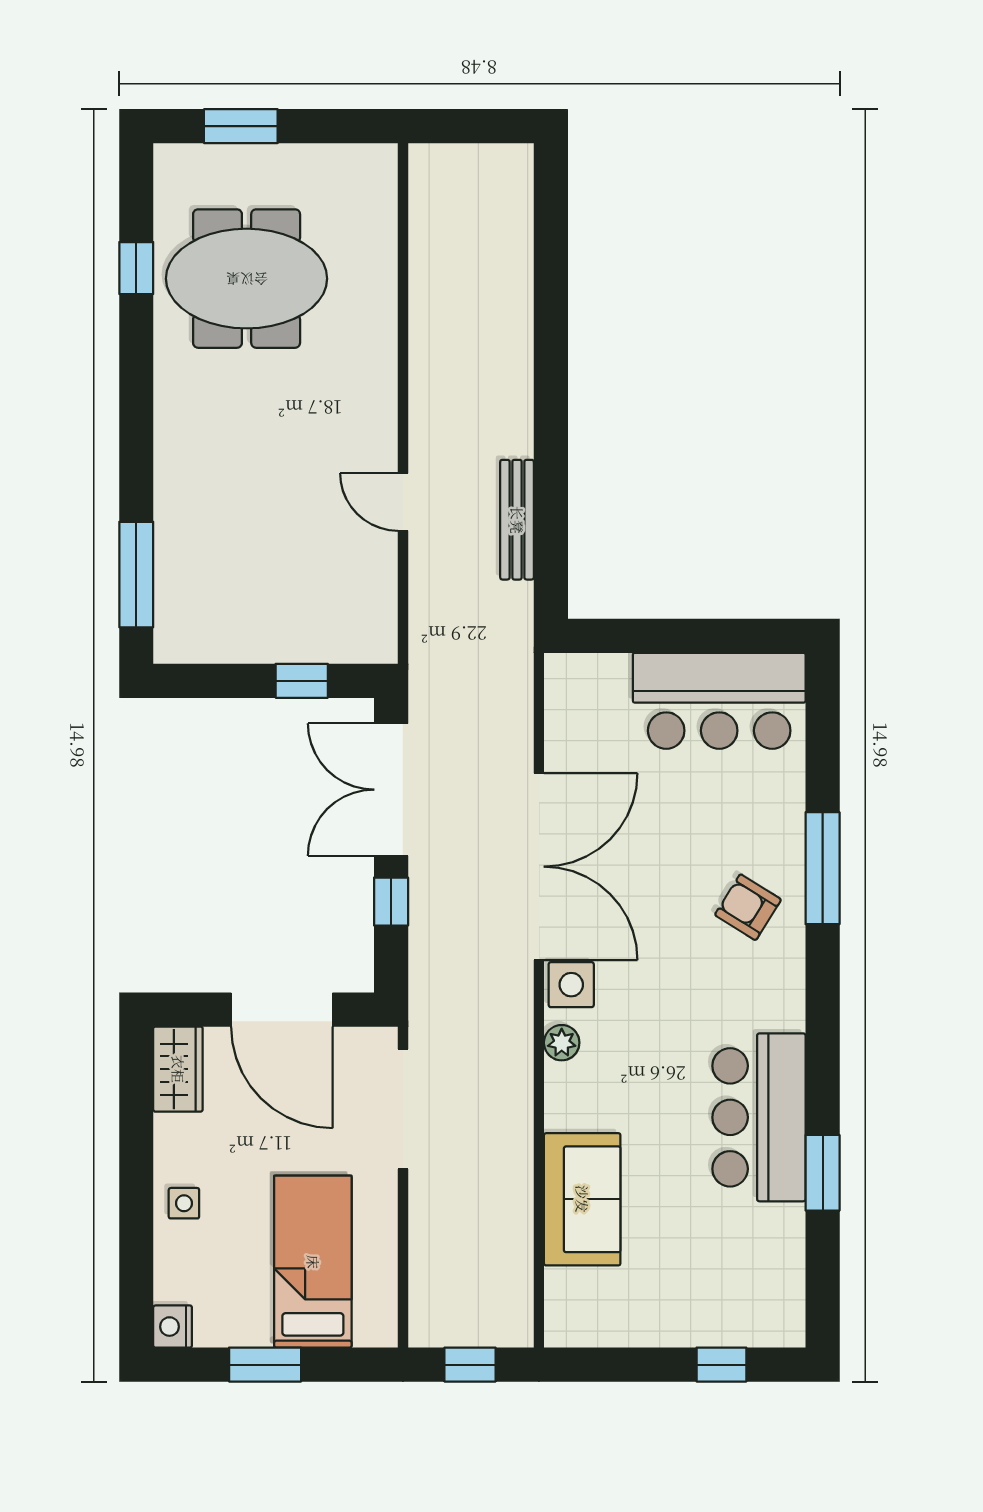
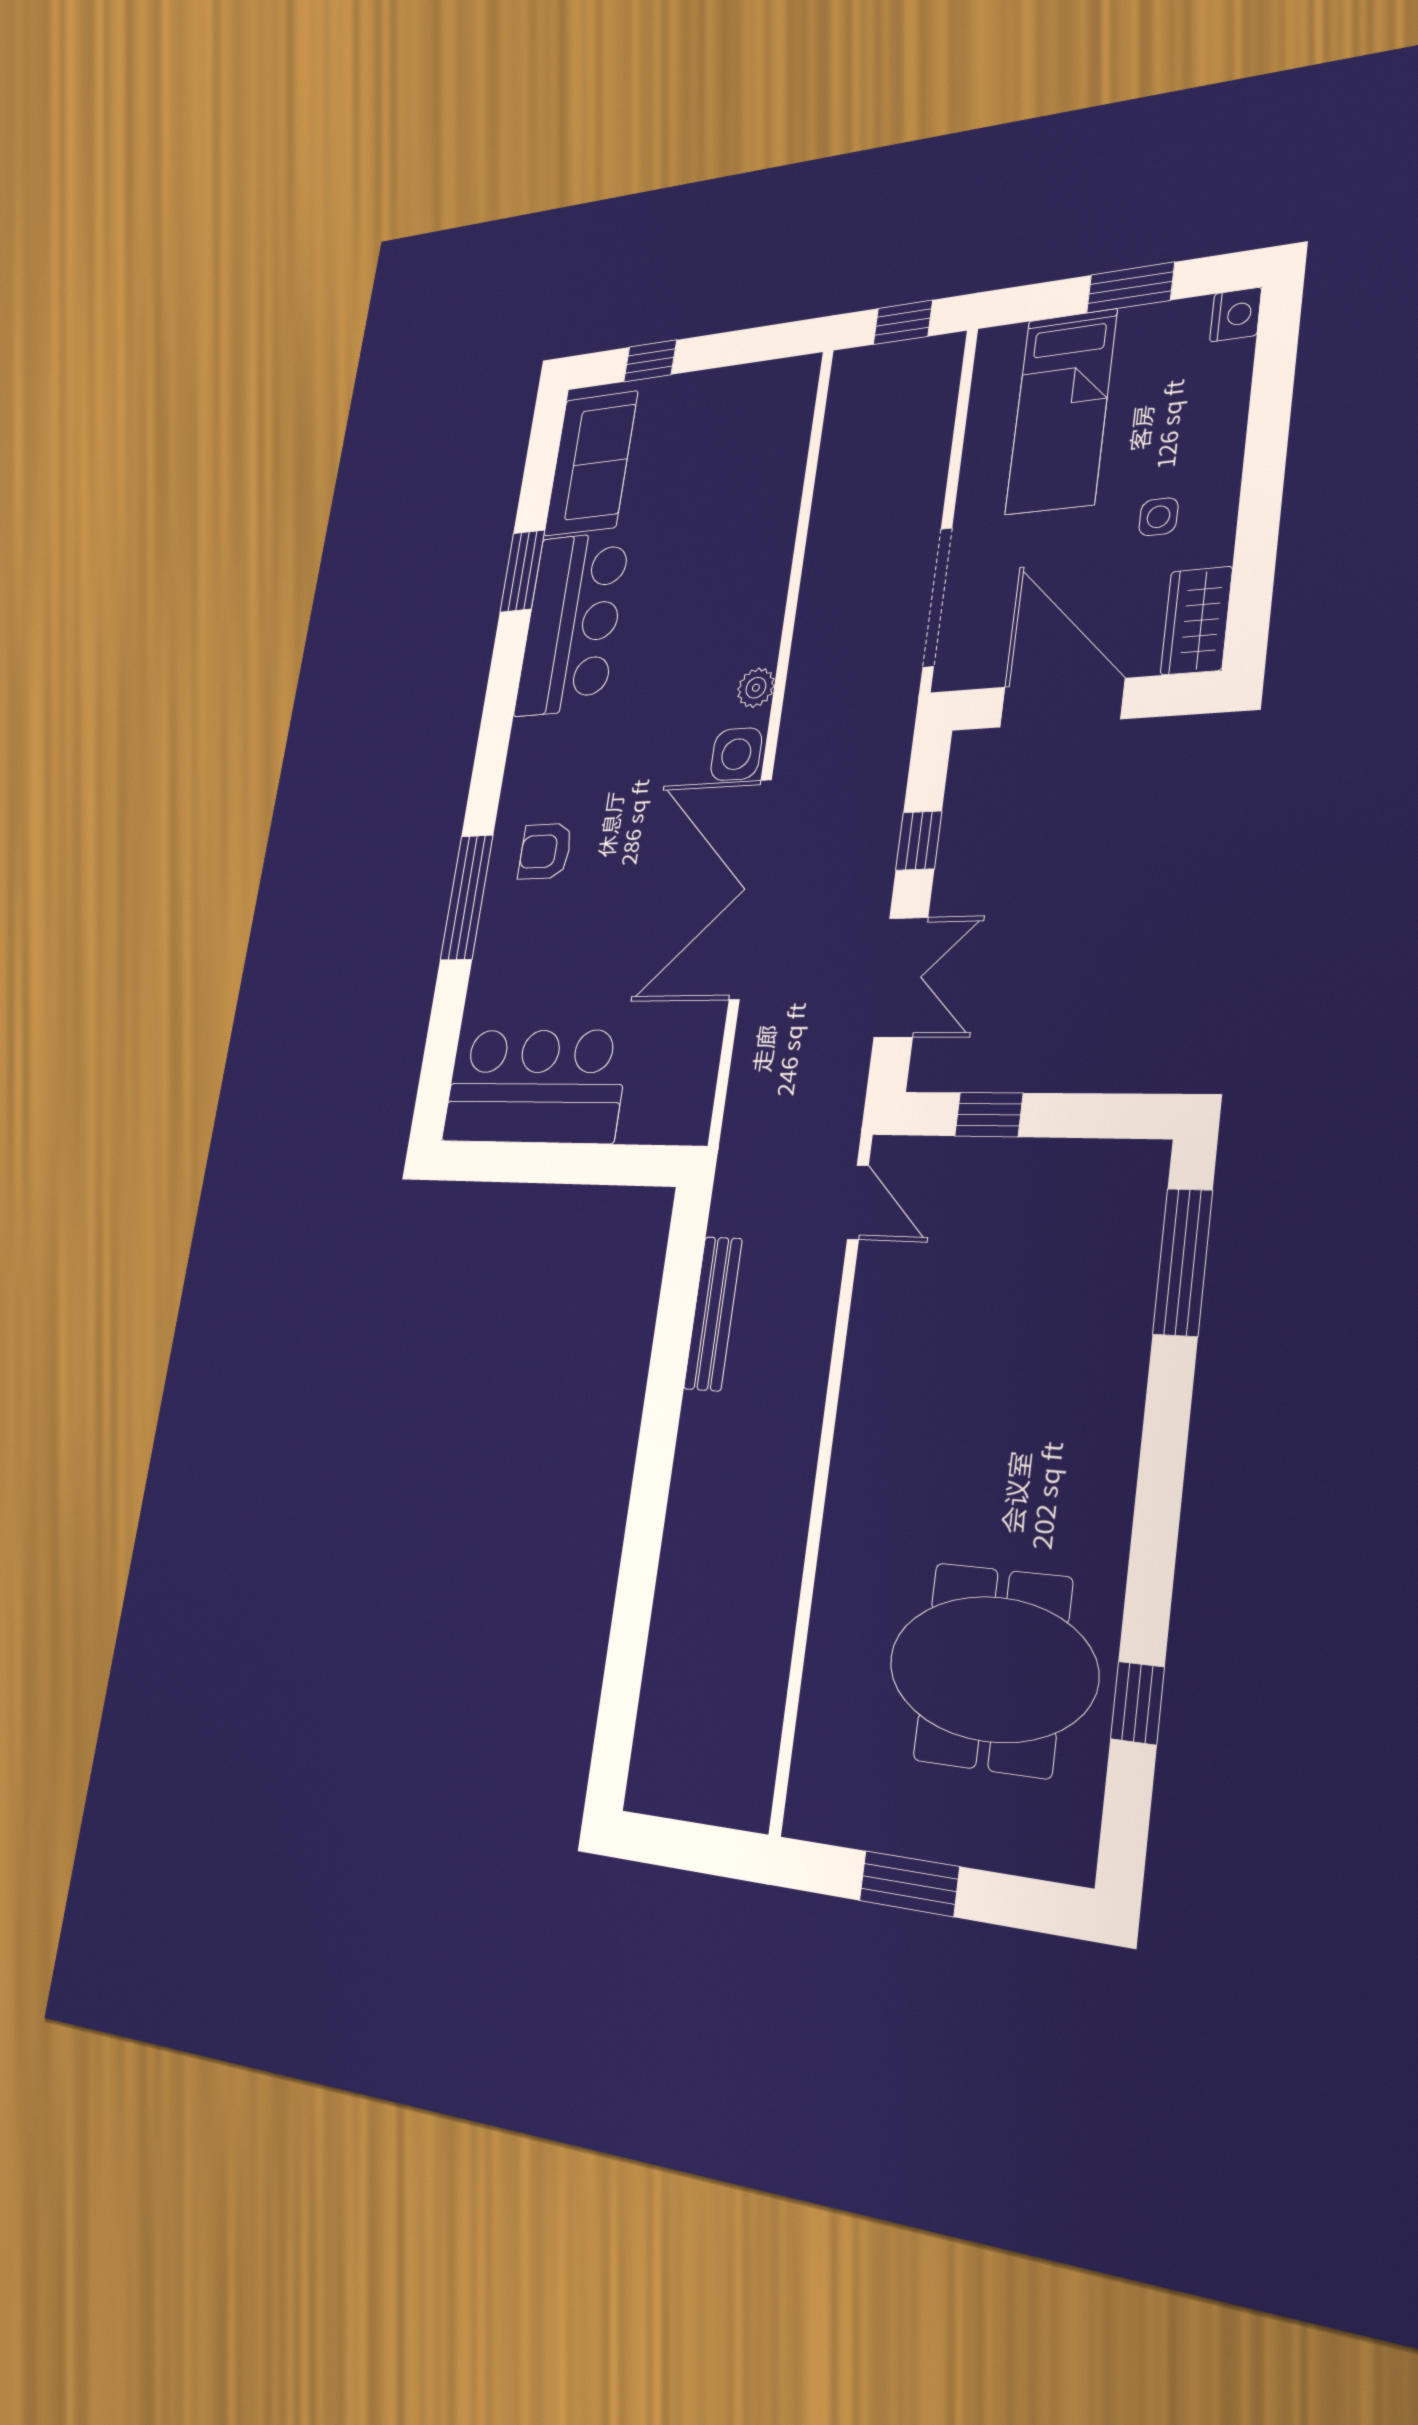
window: (241, 126) -> (909, 1884), moved
door: (403, 502) -> (858, 1202), moved
double door: (391, 790) -> (901, 977), width x0.73
armchair: (748, 907) -> (545, 851), turned 148
sofa: (582, 1199) -> (591, 463), moved, turned 180
side table: (184, 1203) -> (1158, 517), moved

